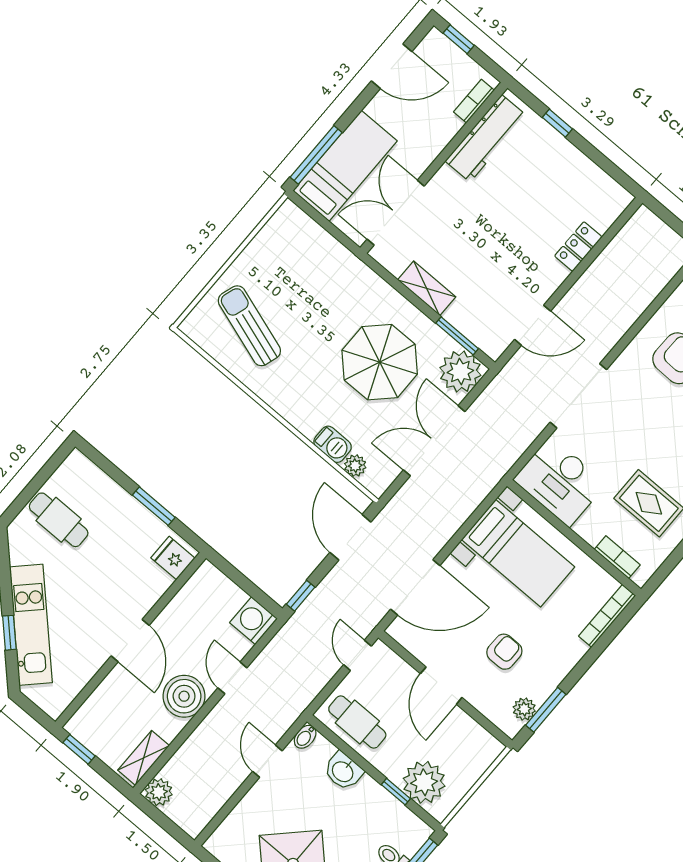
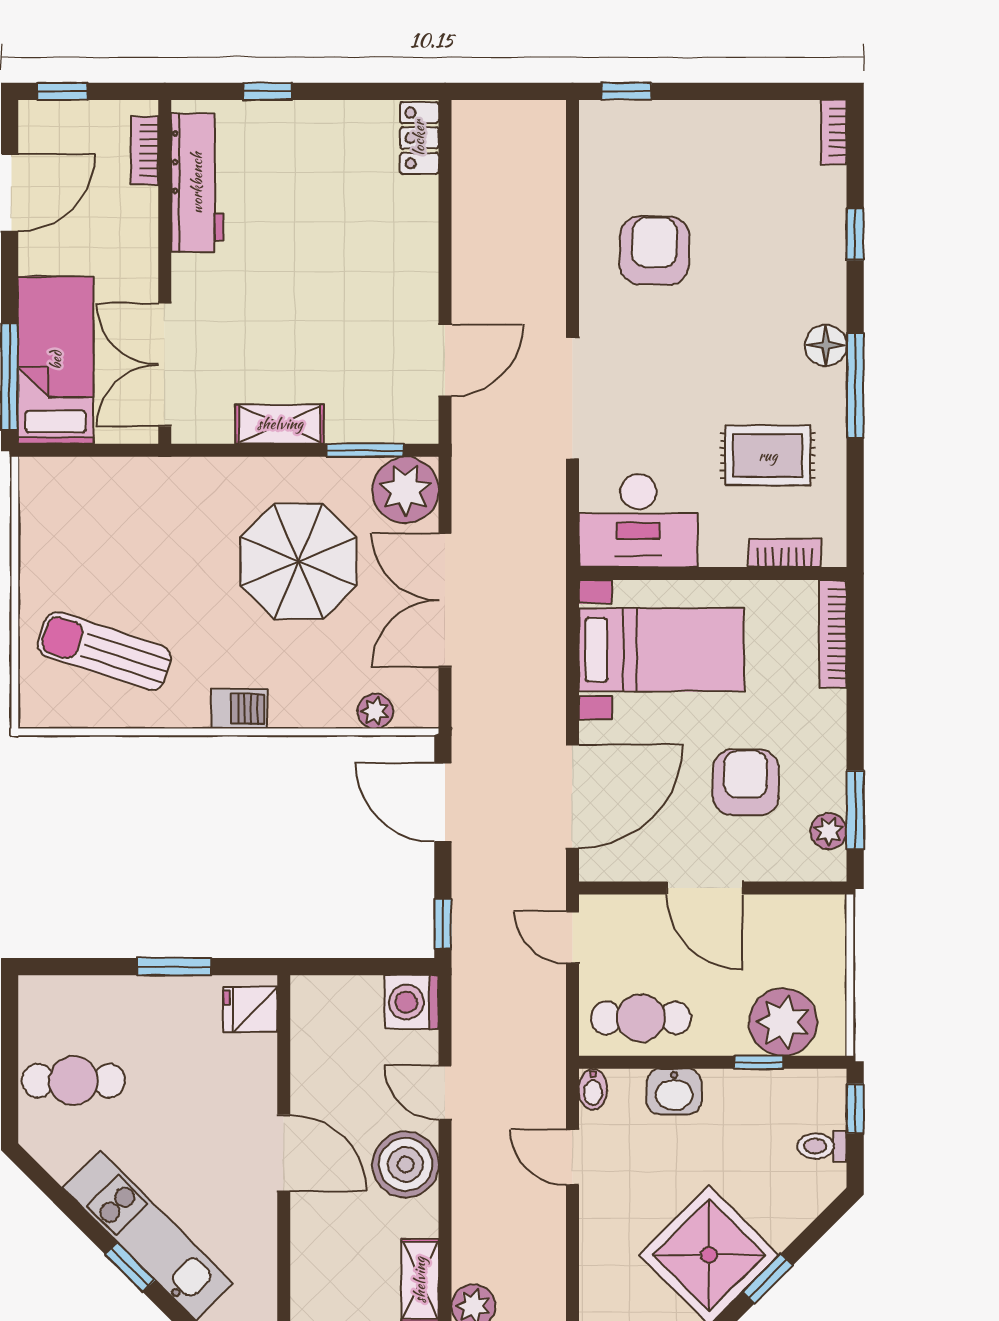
locker: (578, 247) -> (419, 138), moved
barbecue: (333, 444) -> (239, 709), moved
armchair: (504, 652) -> (746, 782), width x1.38, depth x1.38

